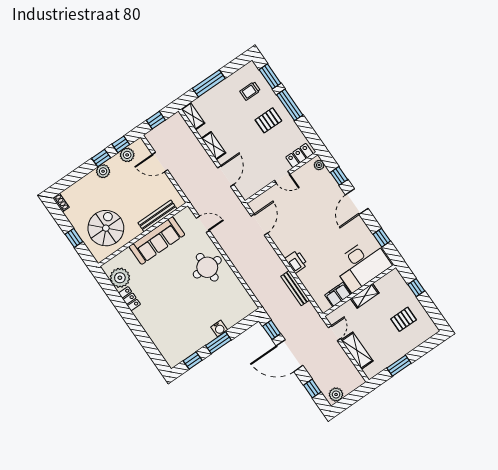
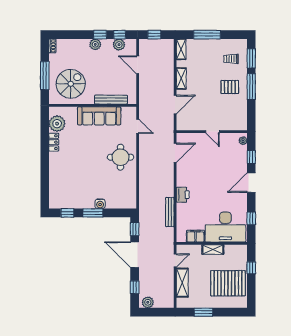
locker: (299, 155) -> (234, 125), removed
window: (74, 238) -> (45, 76), width x2.17
pallet: (404, 319) -> (228, 283), width x2.05, depth x2.00

